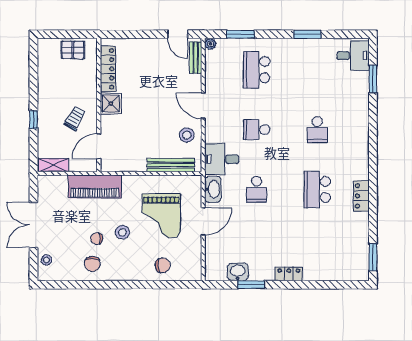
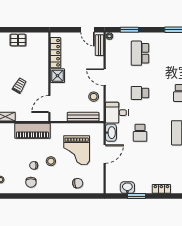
locker: (108, 69) -> (56, 53), moved
shower: (111, 104) -> (57, 76), moved
wall: (99, 105) -> (49, 77), moved
door: (99, 146) -> (49, 104), moved

